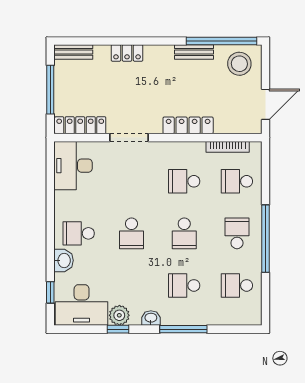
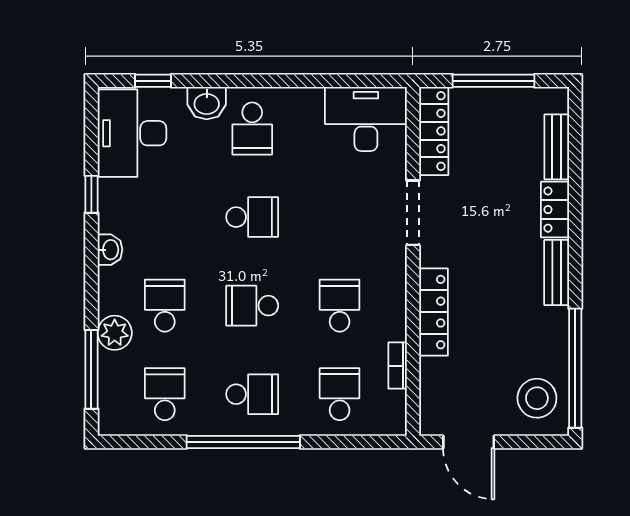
bench: (73, 52) -> (557, 147), moved
bench: (194, 52) -> (557, 272), moved
bookcase: (228, 147) -> (398, 366), width x0.64
school desk: (79, 233) -> (252, 129), turned 180
school desk: (131, 233) -> (252, 217), turned 180
plant: (119, 315) -> (115, 333), moved
window: (183, 329) -> (91, 369), moved

